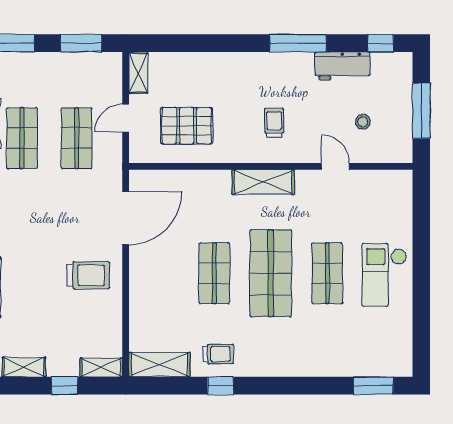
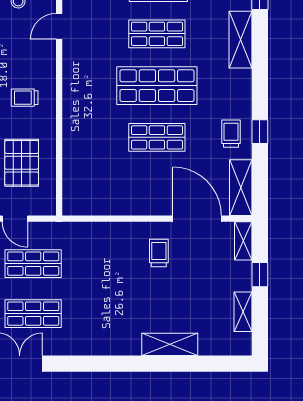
trolley: (274, 123) -> (25, 98), moved
shelving: (263, 182) -> (241, 40), moved
door: (126, 218) -> (197, 219), moved
trolley: (88, 275) -> (159, 253), width x0.73, depth x0.72

